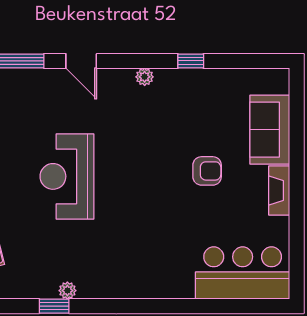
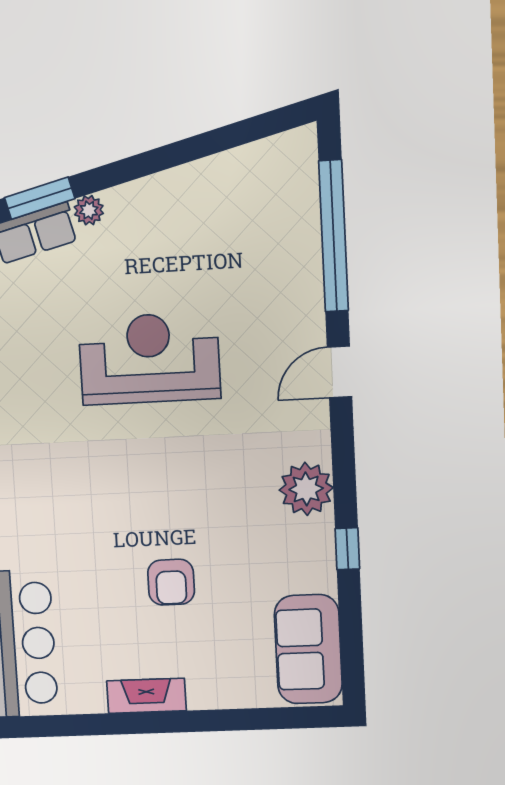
plant: (145, 77) -> (306, 489), width x1.88, depth x1.88
sofa: (270, 130) -> (308, 649), moved, turned -90

